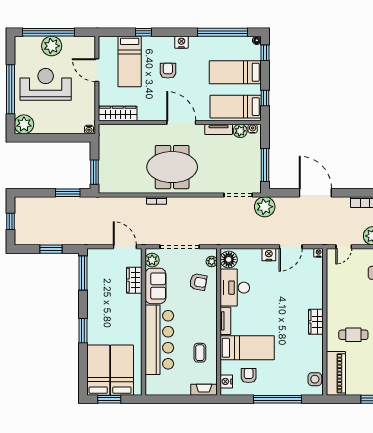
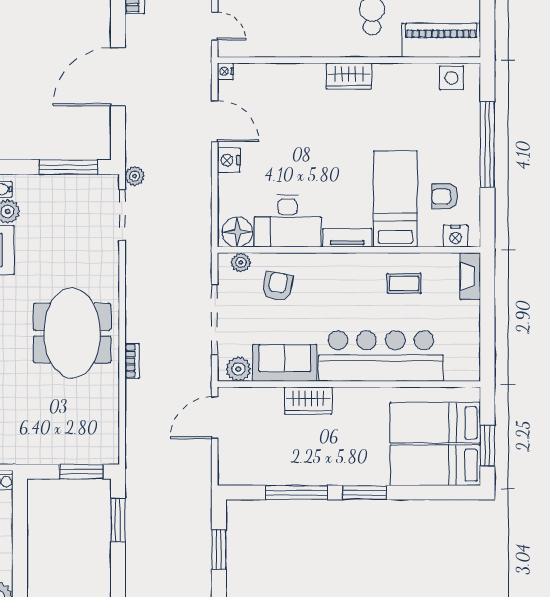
plant: (265, 207) -> (135, 176), width x0.53, depth x0.53
window: (83, 273) -> (296, 493), moved
wardrobe: (134, 280) -> (308, 401), moved

